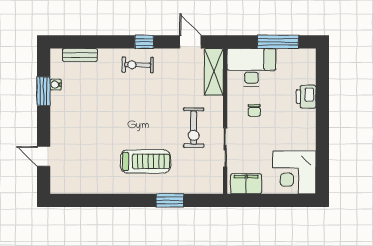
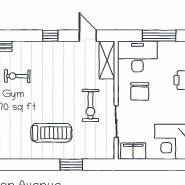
exercise bike: (138, 65) -> (17, 76), moved
chair: (254, 110) -> (140, 91), width x1.87, depth x1.87

